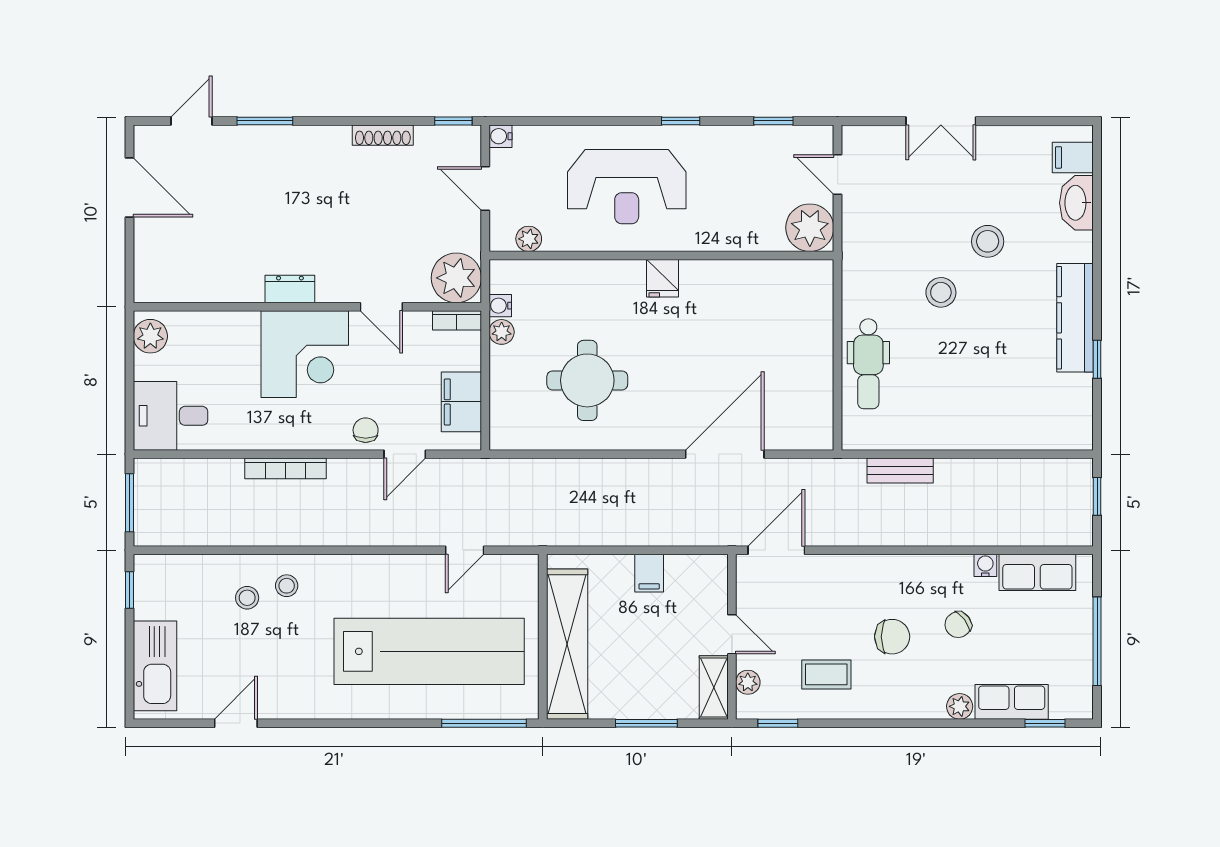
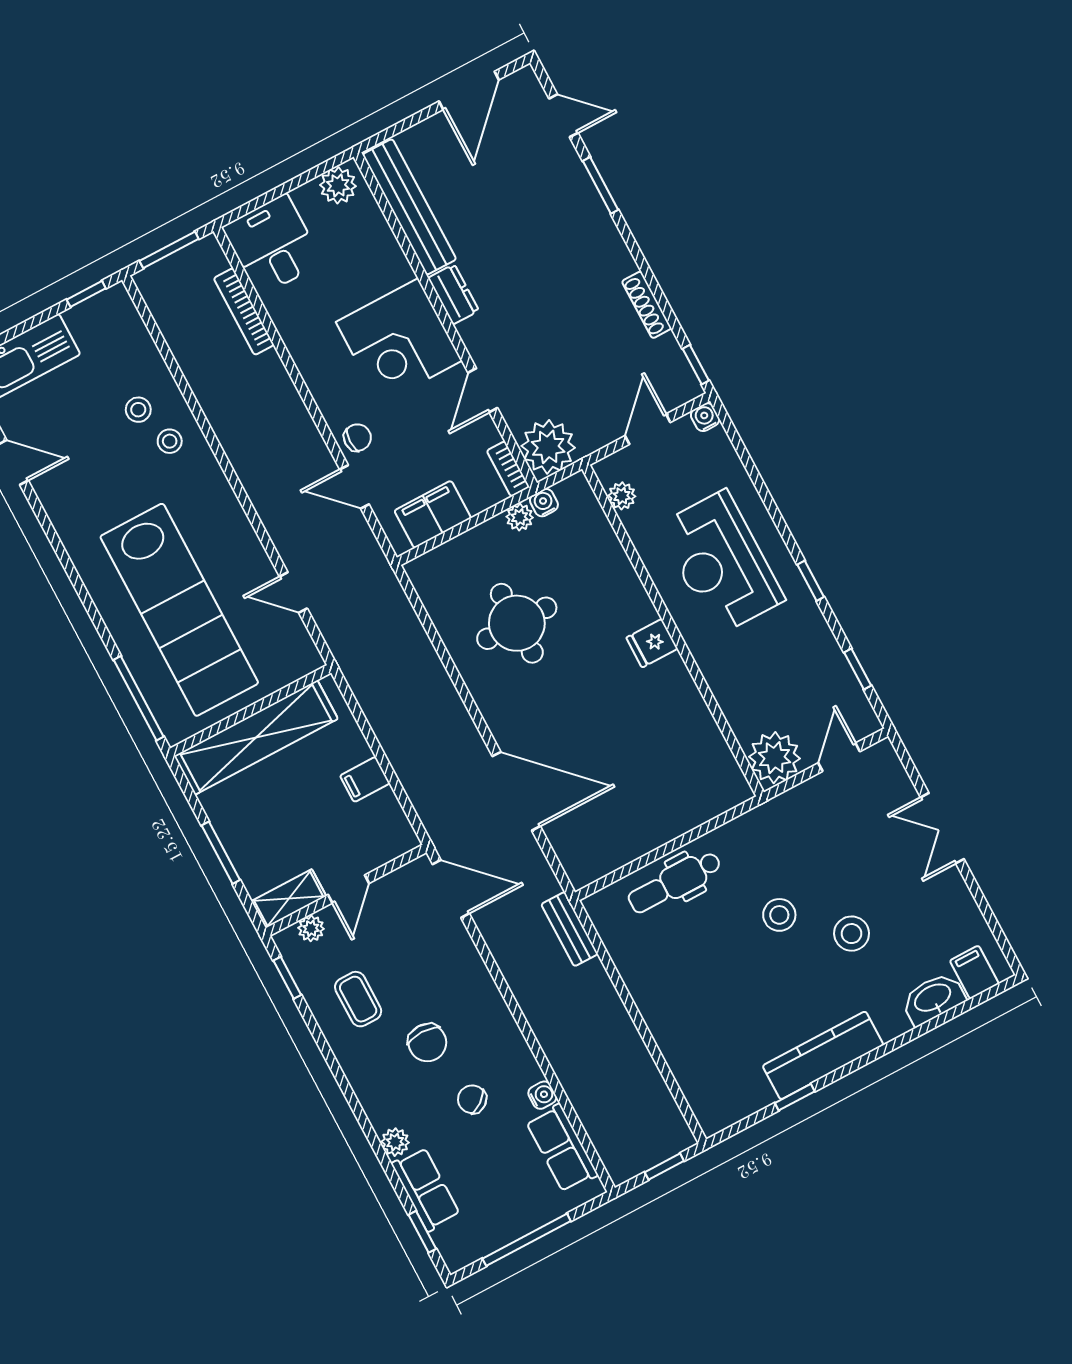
bench: (199, 287) -> (409, 207), added
bookcase: (286, 468) -> (244, 312), moved
bench: (900, 471) -> (570, 929), moved

